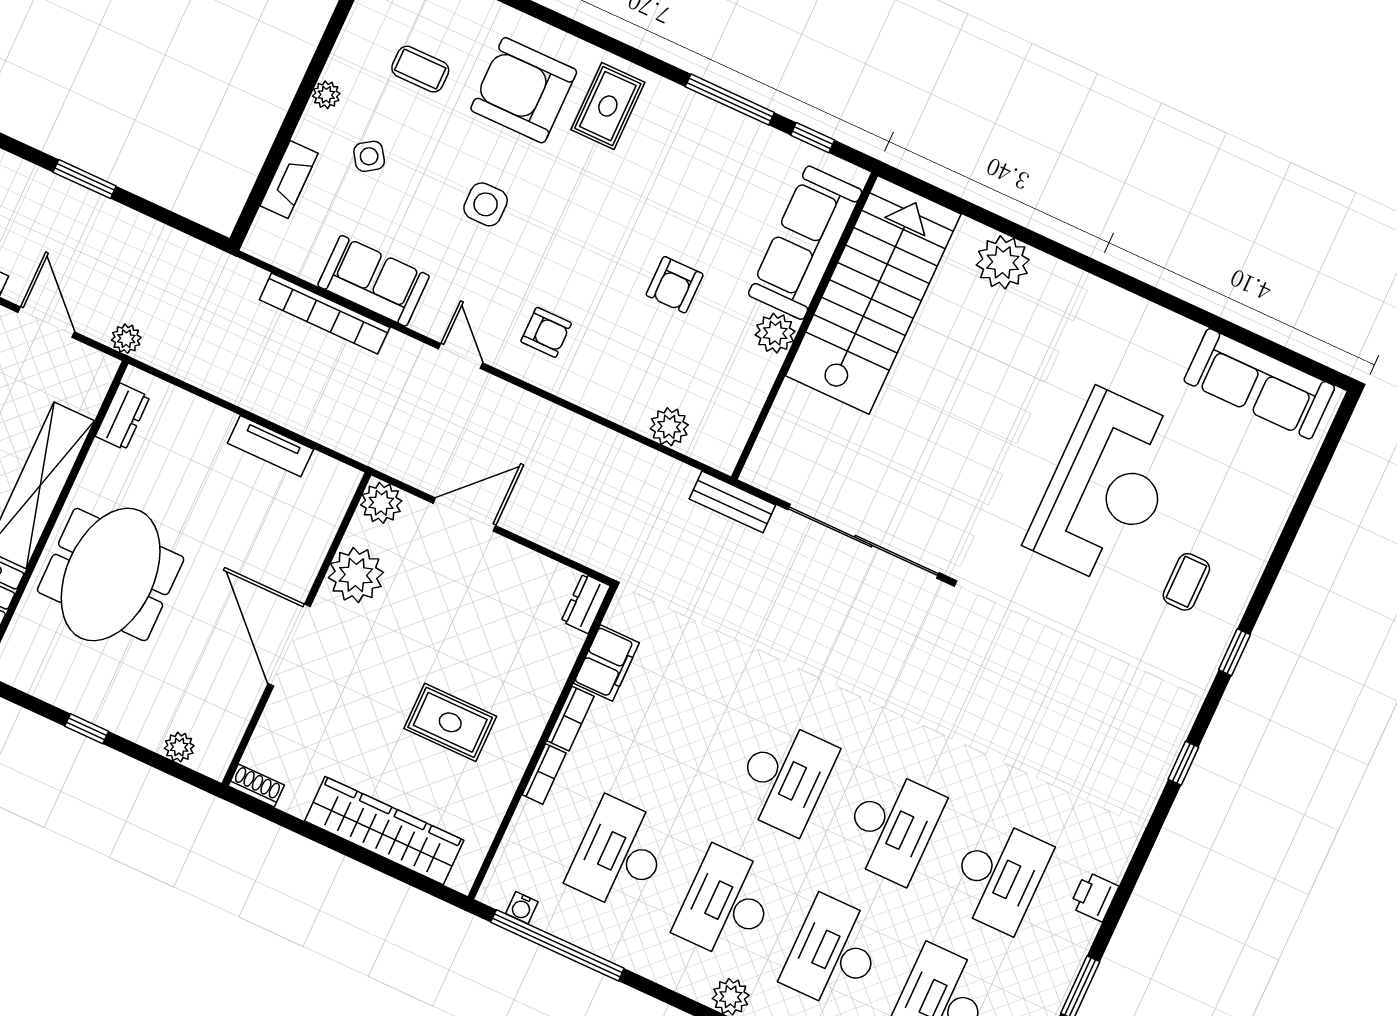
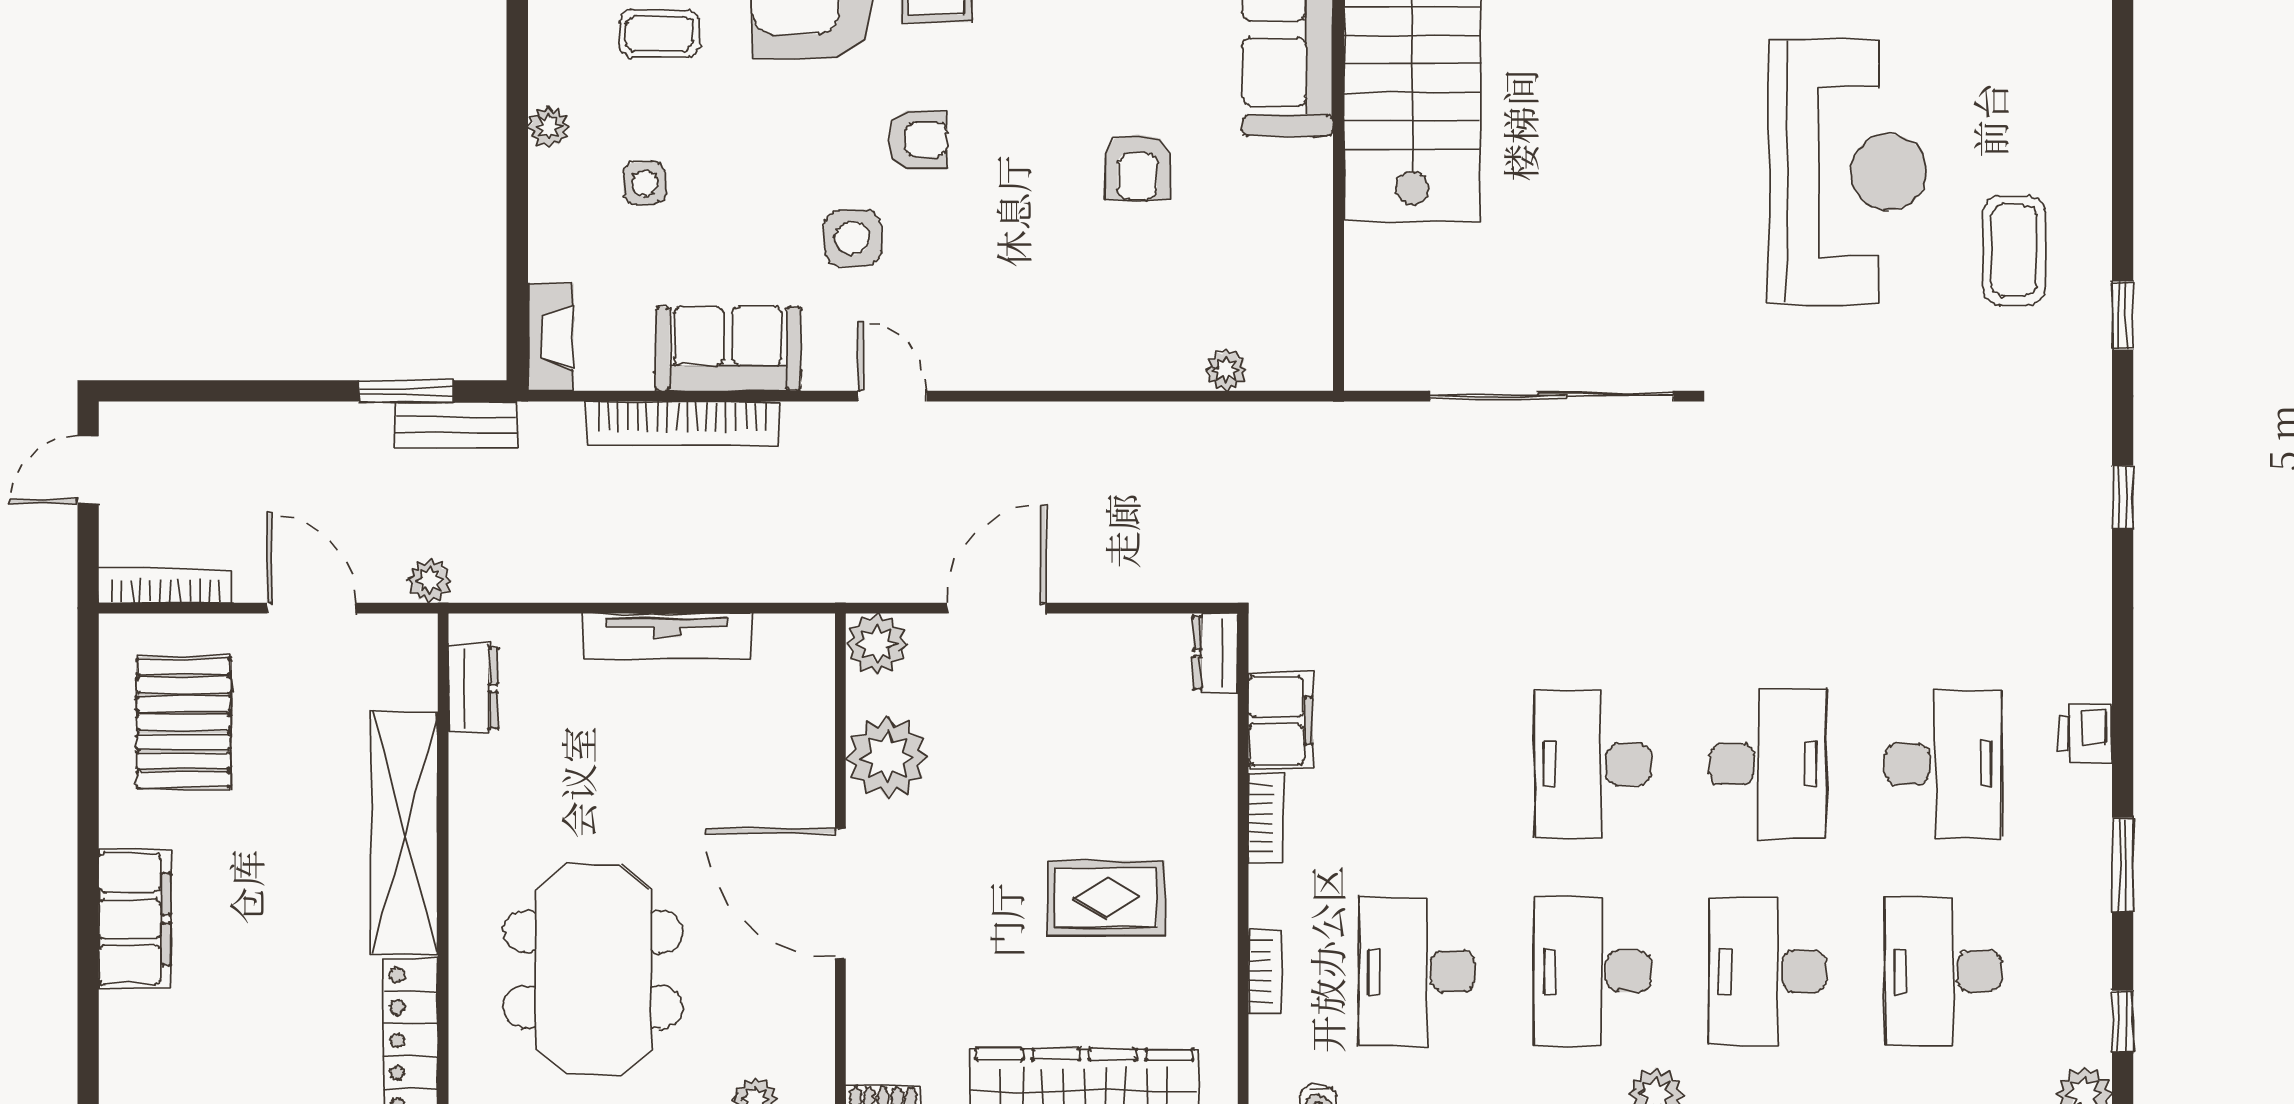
side table: (369, 156) -> (645, 183), turned 31
window: (85, 179) -> (406, 391), moved
fireplace: (289, 179) -> (551, 337), moved
side table: (486, 204) -> (852, 238), moved
armchair: (546, 332) -> (918, 139), moved
plant: (775, 333) -> (1303, 170), removed
plant: (669, 427) -> (1226, 370), width x0.73, depth x0.73
tv unit: (270, 446) -> (667, 636), width x1.41
bench: (732, 502) -> (456, 425), moved
meeting table: (111, 575) -> (593, 969), moved
coffee table: (1186, 582) -> (2014, 250), width x1.36, depth x1.30
bookcase: (544, 774) -> (1265, 971), moved
desk: (785, 777) -> (1593, 764), turned 180

